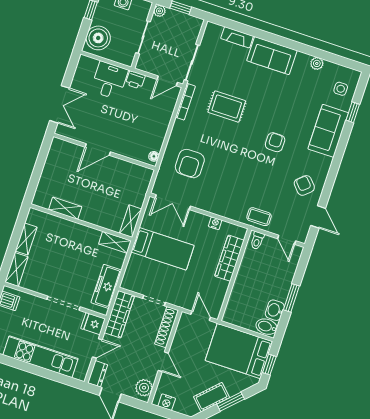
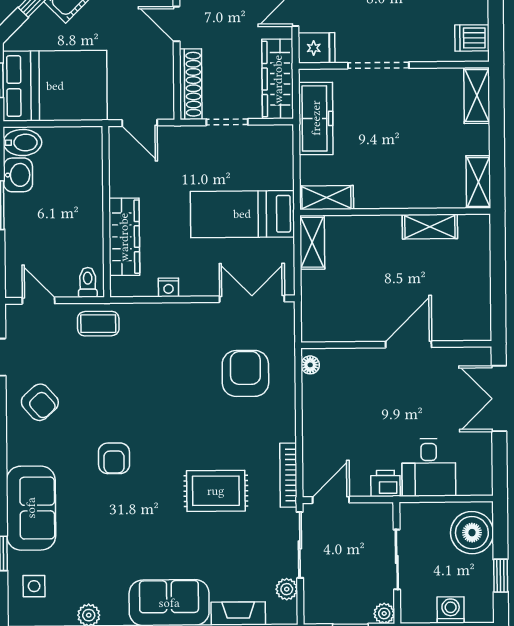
plant: (207, 41) -> (287, 589), added
shelving: (26, 239) -> (478, 182), moved

